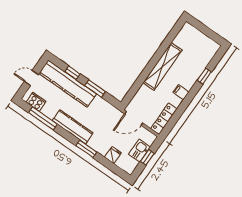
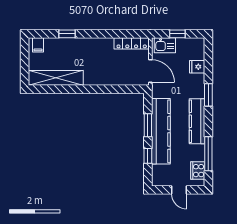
shelving: (163, 66) -> (56, 78), moved
kitchen counter: (68, 84) -> (161, 131), moved
filing cabinet: (181, 92) -> (38, 45), moved
kitchen sink: (140, 151) -> (165, 45), moved

